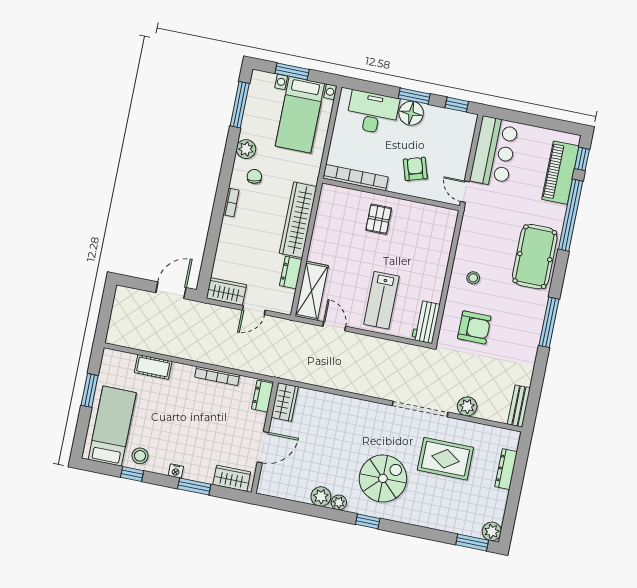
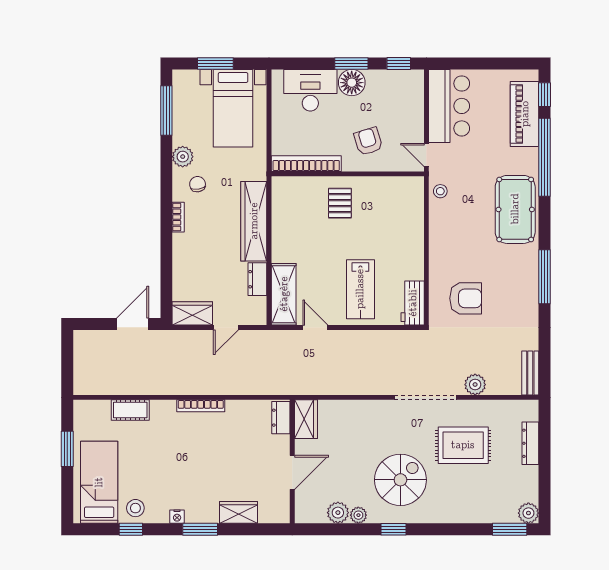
stool: (473, 278) -> (440, 191), moved
dresser: (262, 396) -> (281, 418), moved
wardrobe: (285, 402) -> (306, 419), moved
wall: (265, 438) -> (292, 462), moved
door: (263, 447) -> (292, 472), moved

